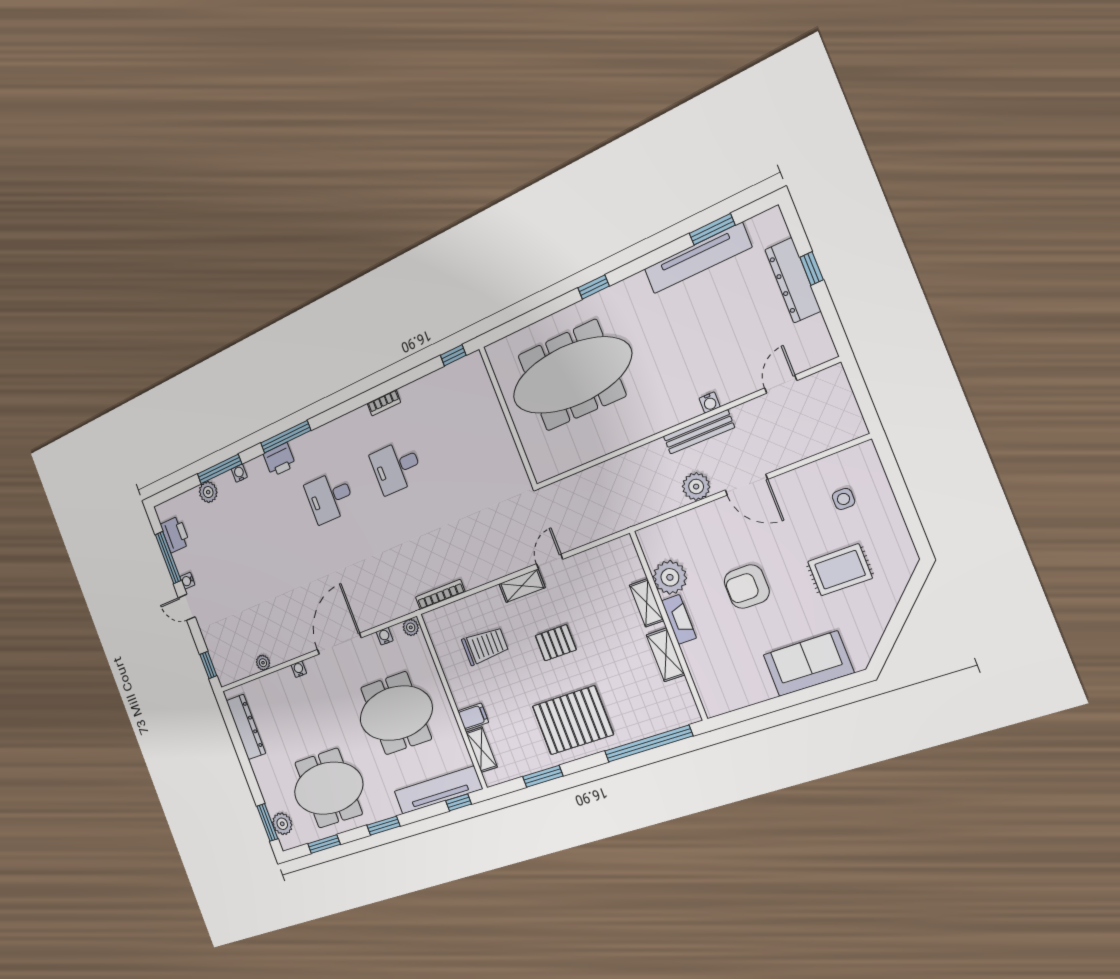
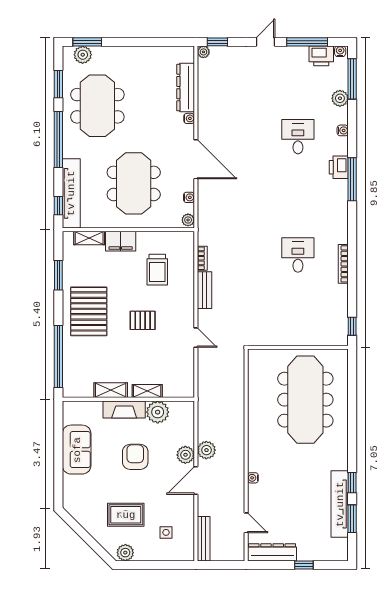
dresser: (793, 280) -> (272, 552), moved
window: (594, 287) -> (352, 483), moved
bookcase: (384, 403) -> (343, 264), width x1.56
bench: (699, 432) -> (204, 539), moved
window: (220, 469) -> (352, 79), moved
desk: (330, 497) -> (298, 137), moved
plant: (715, 514) -> (185, 455), added
plant: (901, 549) -> (125, 553), added
rug: (840, 570) -> (126, 515), turned 90
bench: (486, 573) -> (204, 290), added
water cooler: (187, 581) -> (340, 51), moved
shelving: (522, 586) -> (187, 312), removed
bookcase: (440, 594) -> (202, 258), width x0.64
fireplace: (679, 619) -> (124, 409), width x1.37, depth x1.32
pallet: (556, 643) -> (143, 320), turned 90
plant: (263, 663) -> (203, 52), moved
sofa: (808, 664) -> (77, 450), moved
filing cabinet: (473, 717) -> (121, 241), width x2.00
dresser: (246, 727) -> (186, 88), moved, turned 90
window: (383, 826) -> (58, 140), width x2.11

